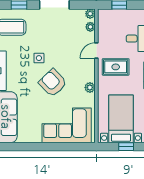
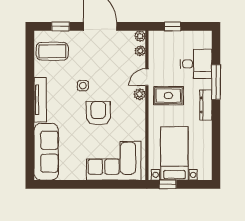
armchair: (53, 83) -> (98, 113), turned 44
plant: (90, 87) -> (140, 94), moved
window: (126, 147) -> (168, 184), moved

